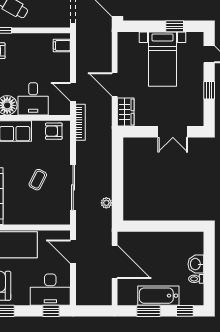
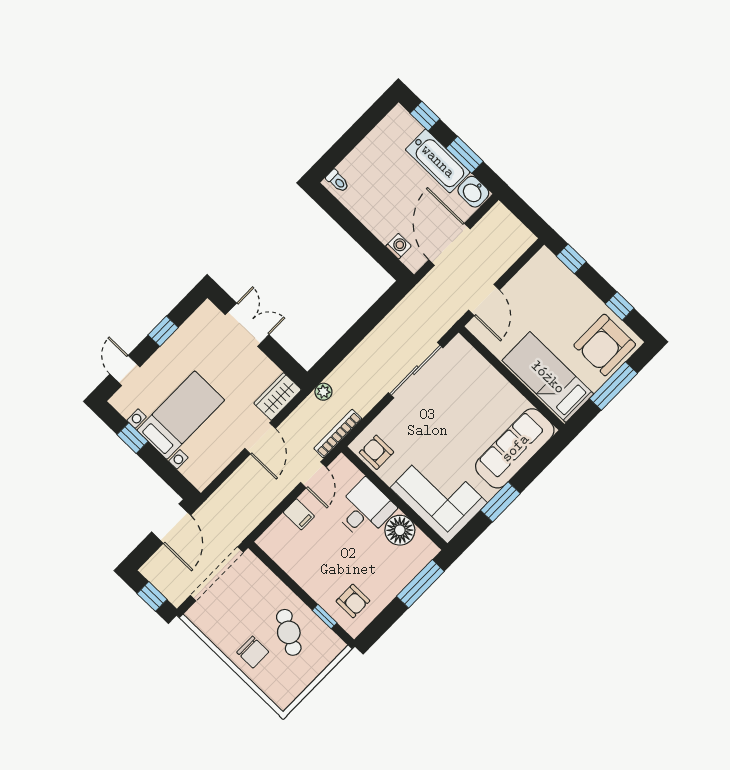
filing cabinet: (62, 46) -> (299, 514), moved
armchair: (54, 131) -> (376, 452), turned 180
coffee table: (38, 180) -> (446, 416), removed
plant: (106, 203) -> (323, 392), moved
washing machine: (138, 238) -> (398, 246), added
washbasin: (196, 264) -> (473, 192), moved, turned 90
toilet: (196, 279) -> (337, 181), moved
desk: (50, 290) -> (549, 283), removed

